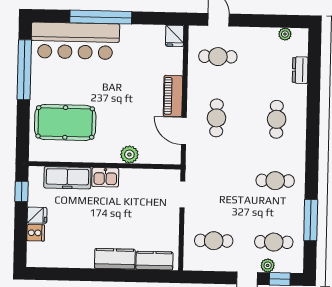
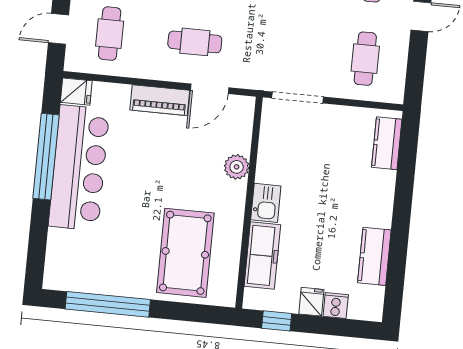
window: (101, 17) -> (46, 157), moved
bar counter: (75, 41) -> (79, 168), moved
doorway: (182, 194) -> (298, 97), width x1.38
kitchen counter: (115, 259) -> (374, 256), moved

